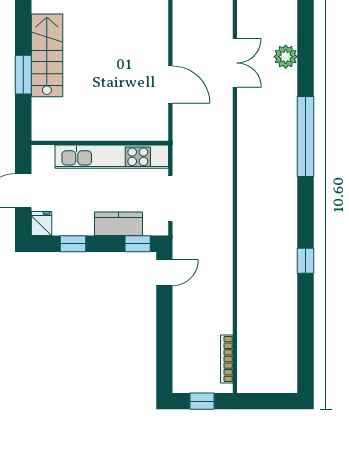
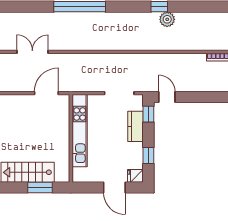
plant: (286, 57) -> (167, 19), moved
wall: (100, 143) -> (71, 138), moved
kitchen unit: (112, 157) -> (80, 131), moved

